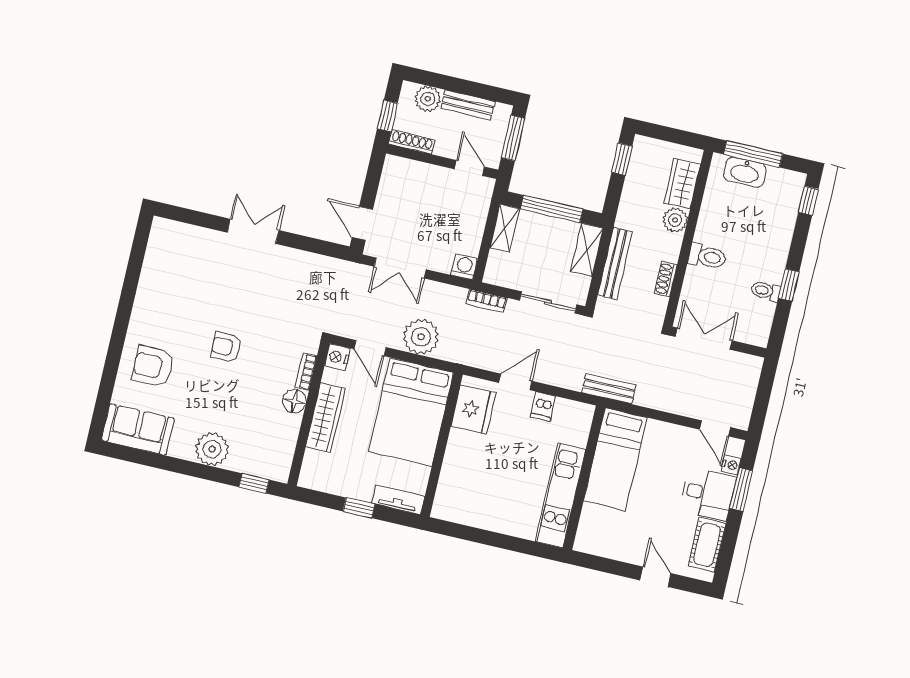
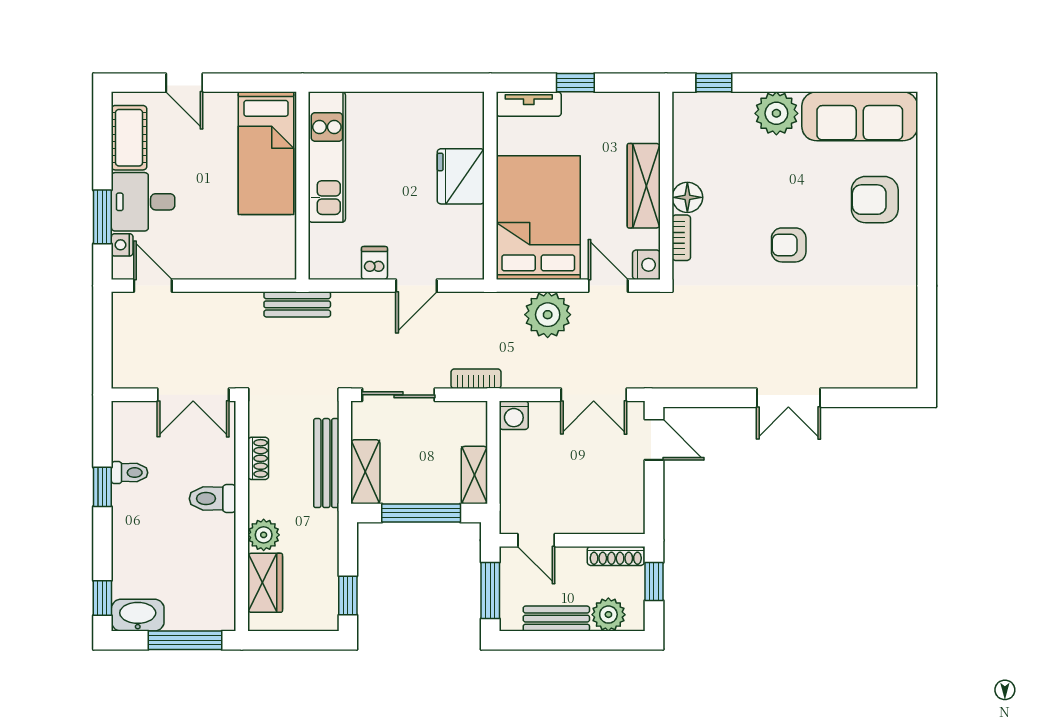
washbasin: (745, 172) -> (138, 615), moved
double door: (400, 268) -> (594, 395), swing flipped
armchair: (226, 347) -> (789, 245), turned 180
armchair: (153, 366) -> (875, 200), turned 180
fridge: (473, 410) -> (461, 176), moved
sofa: (138, 429) -> (860, 116), width x1.36
bed: (615, 459) -> (266, 153), moved, turned 180

